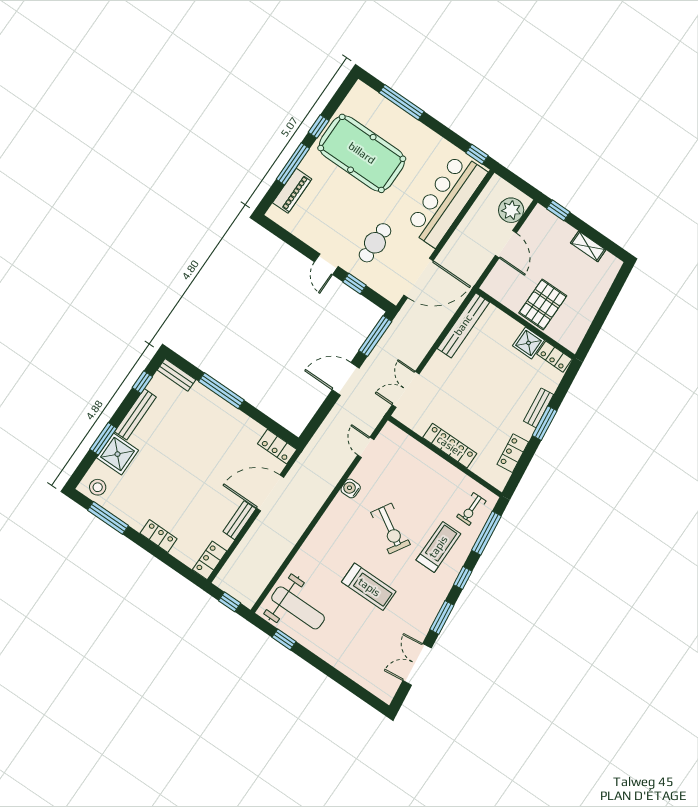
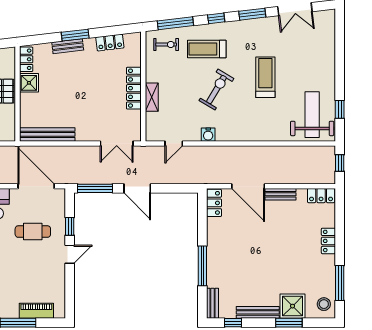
shelving: (428, 458) -> (152, 97), added

